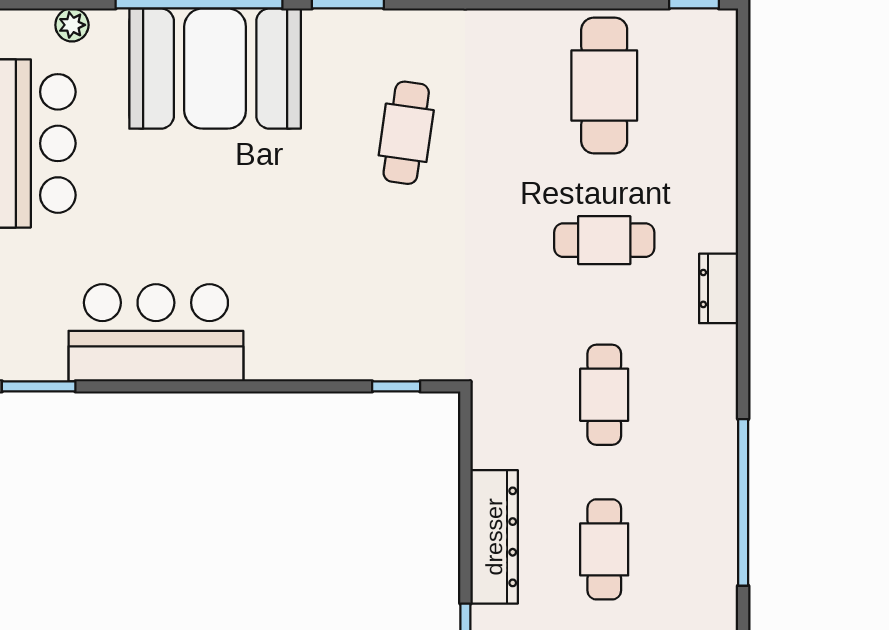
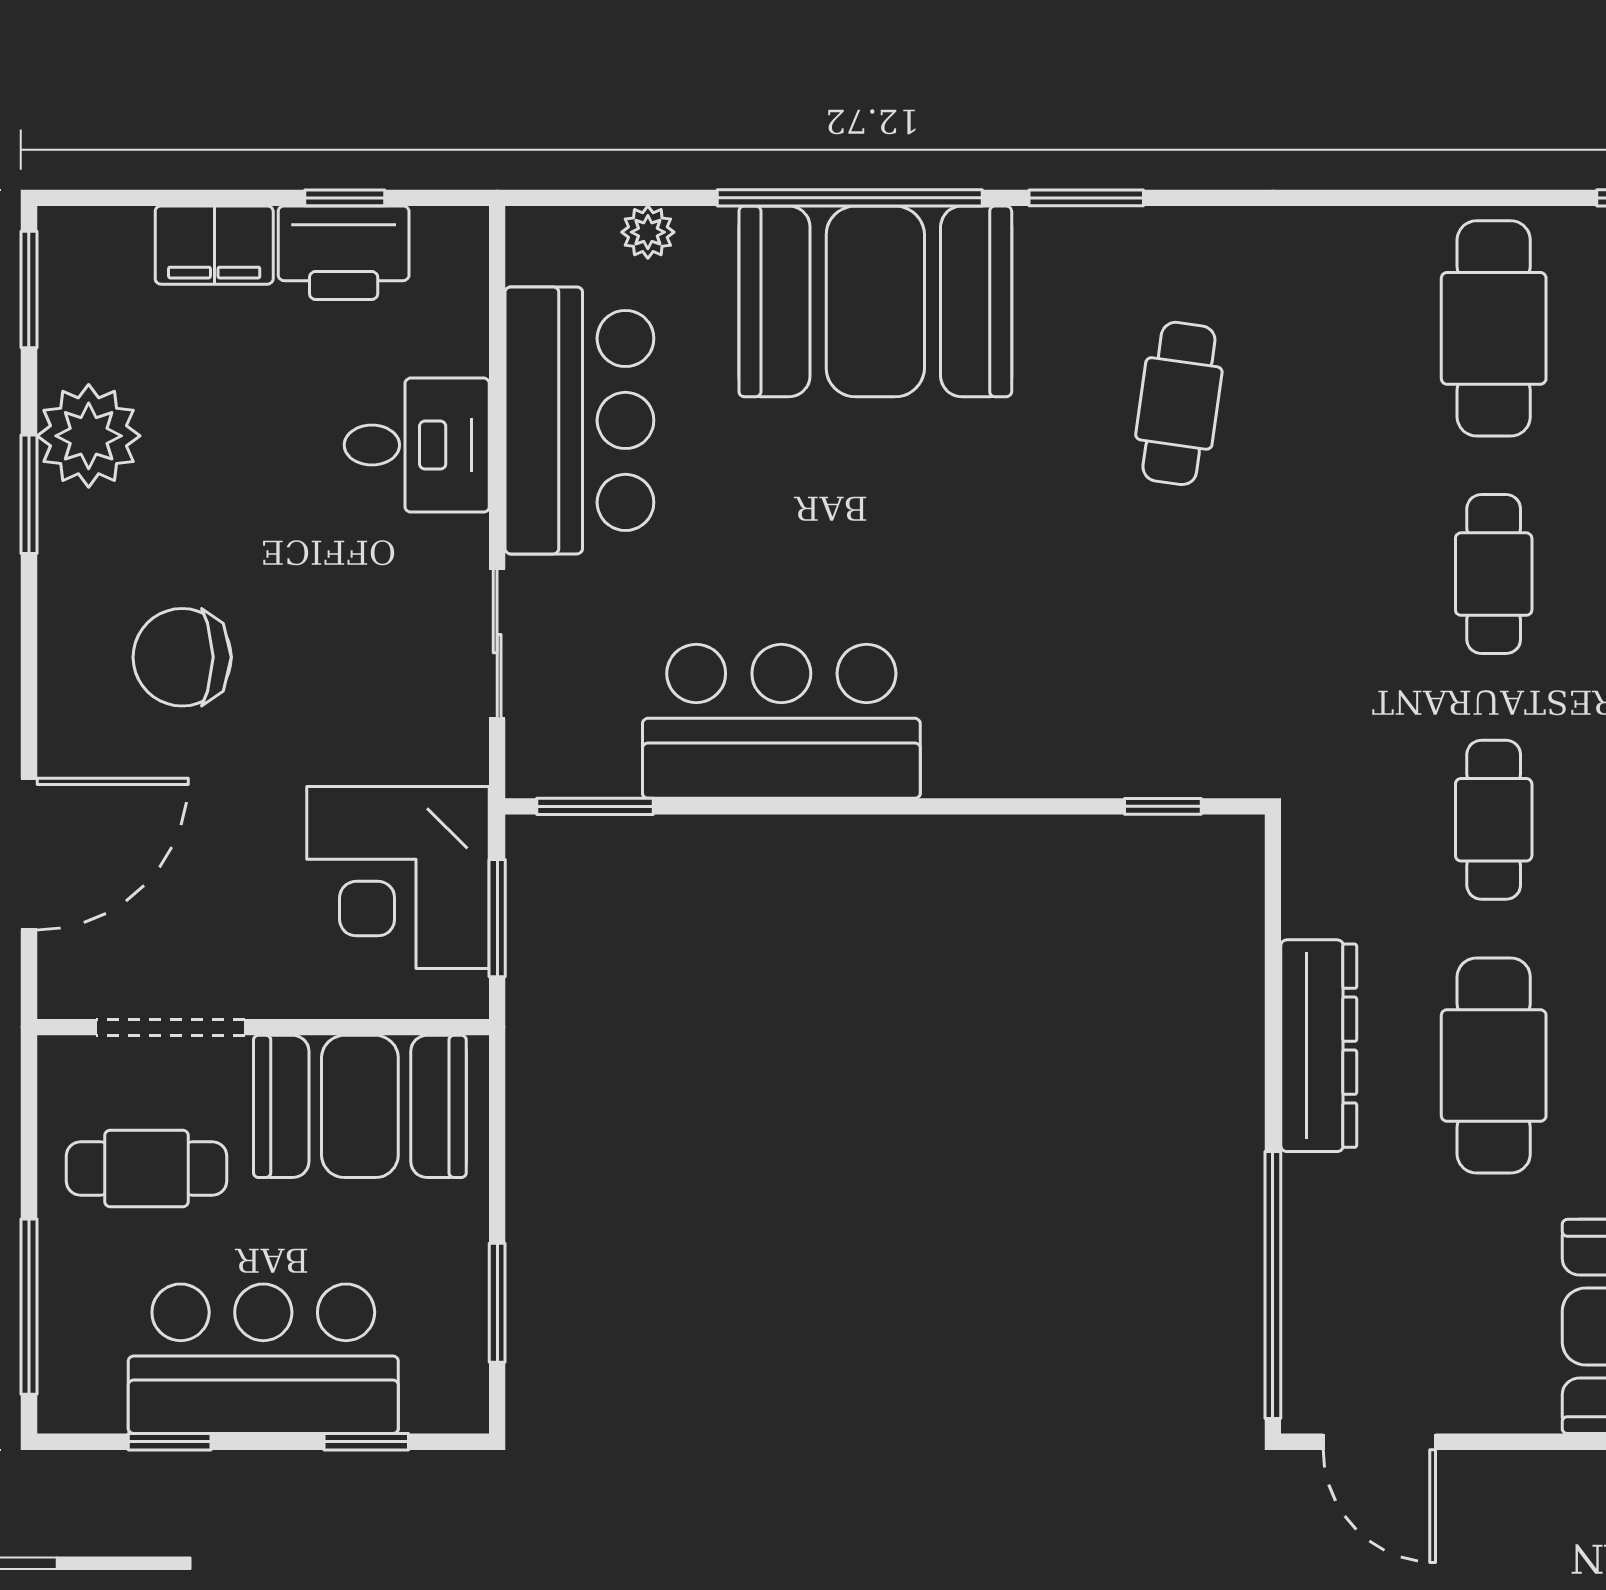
cafe table: (604, 240) -> (1494, 574), turned 90
cafe table: (604, 549) -> (1494, 1065), width x1.37, depth x1.35

